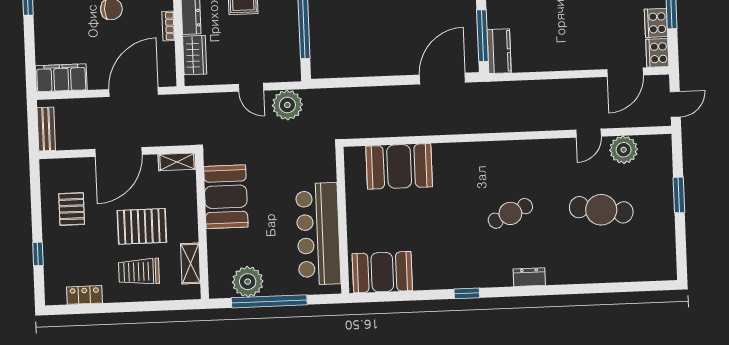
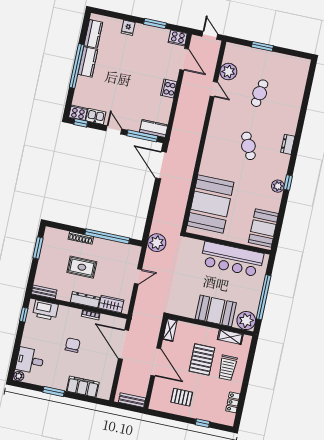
cooker: (656, 23) -> (169, 89), moved, turned 90
filing cabinet: (61, 78) -> (83, 387), moved, turned 90
plant: (287, 105) -> (157, 243), moved
booth: (399, 166) -> (210, 204), width x1.36, depth x1.42
booth: (226, 197) -> (216, 311), moved
cafe table: (601, 210) -> (260, 93), width x0.73, depth x0.74
plant: (457, 278) -> (278, 186), added
plant: (248, 282) -> (246, 321), moved

